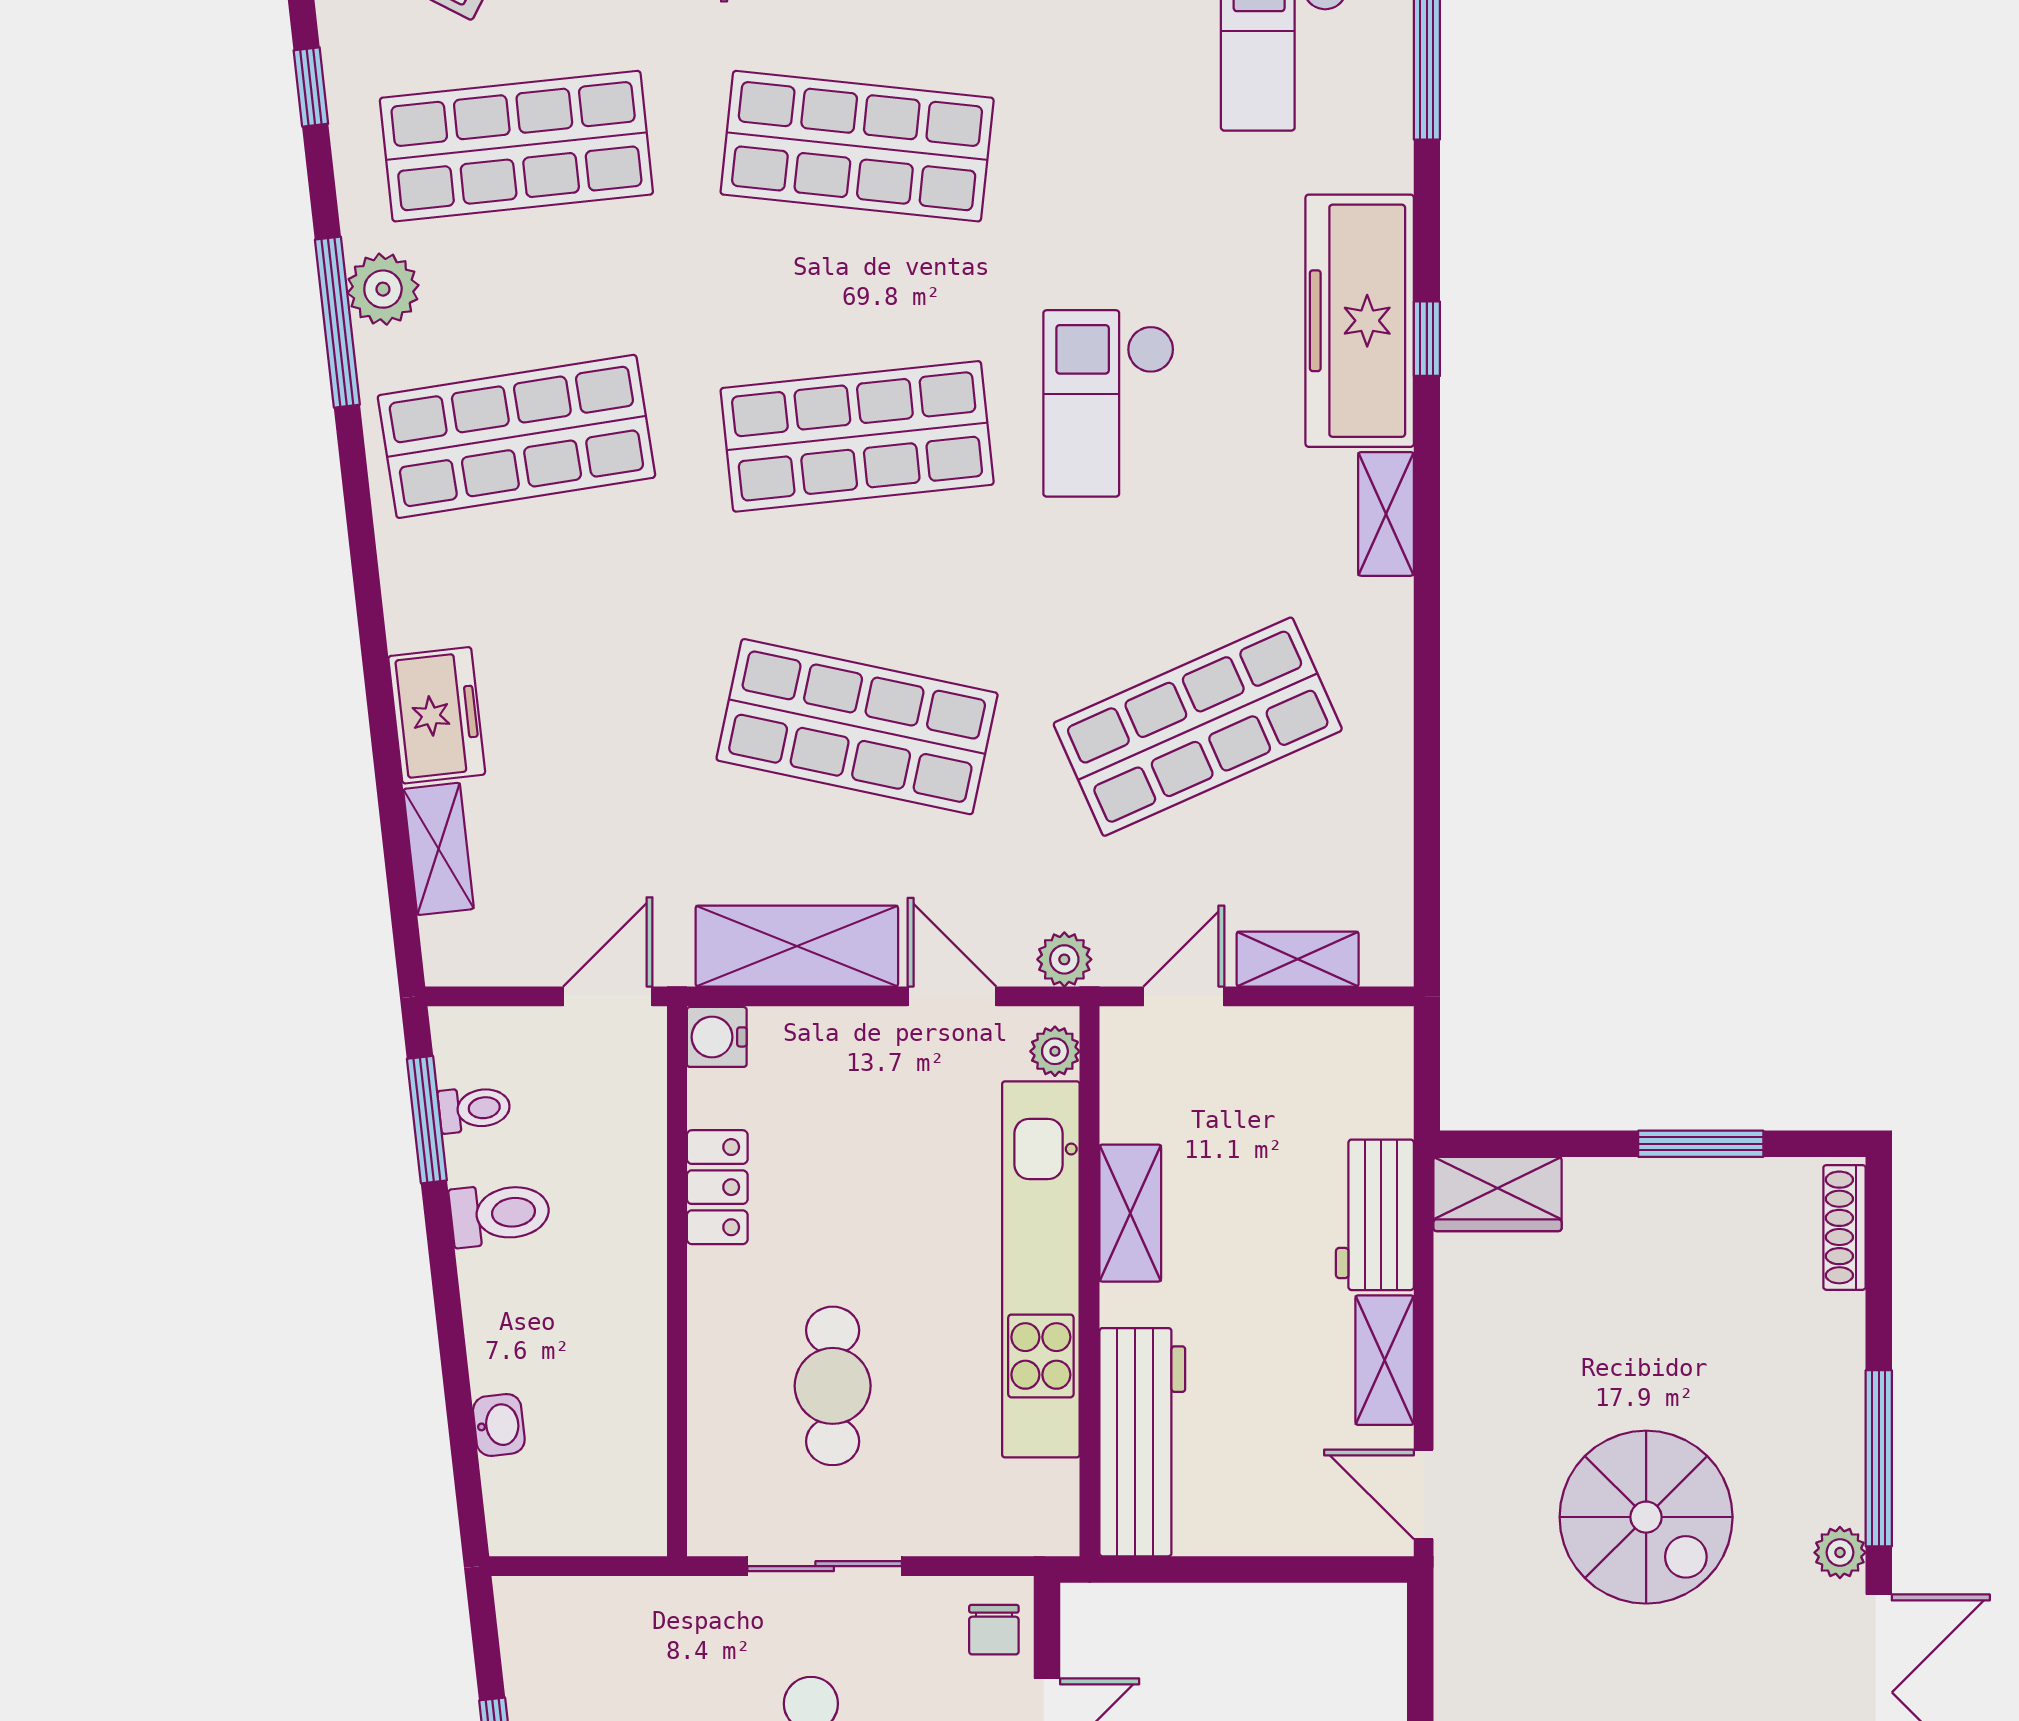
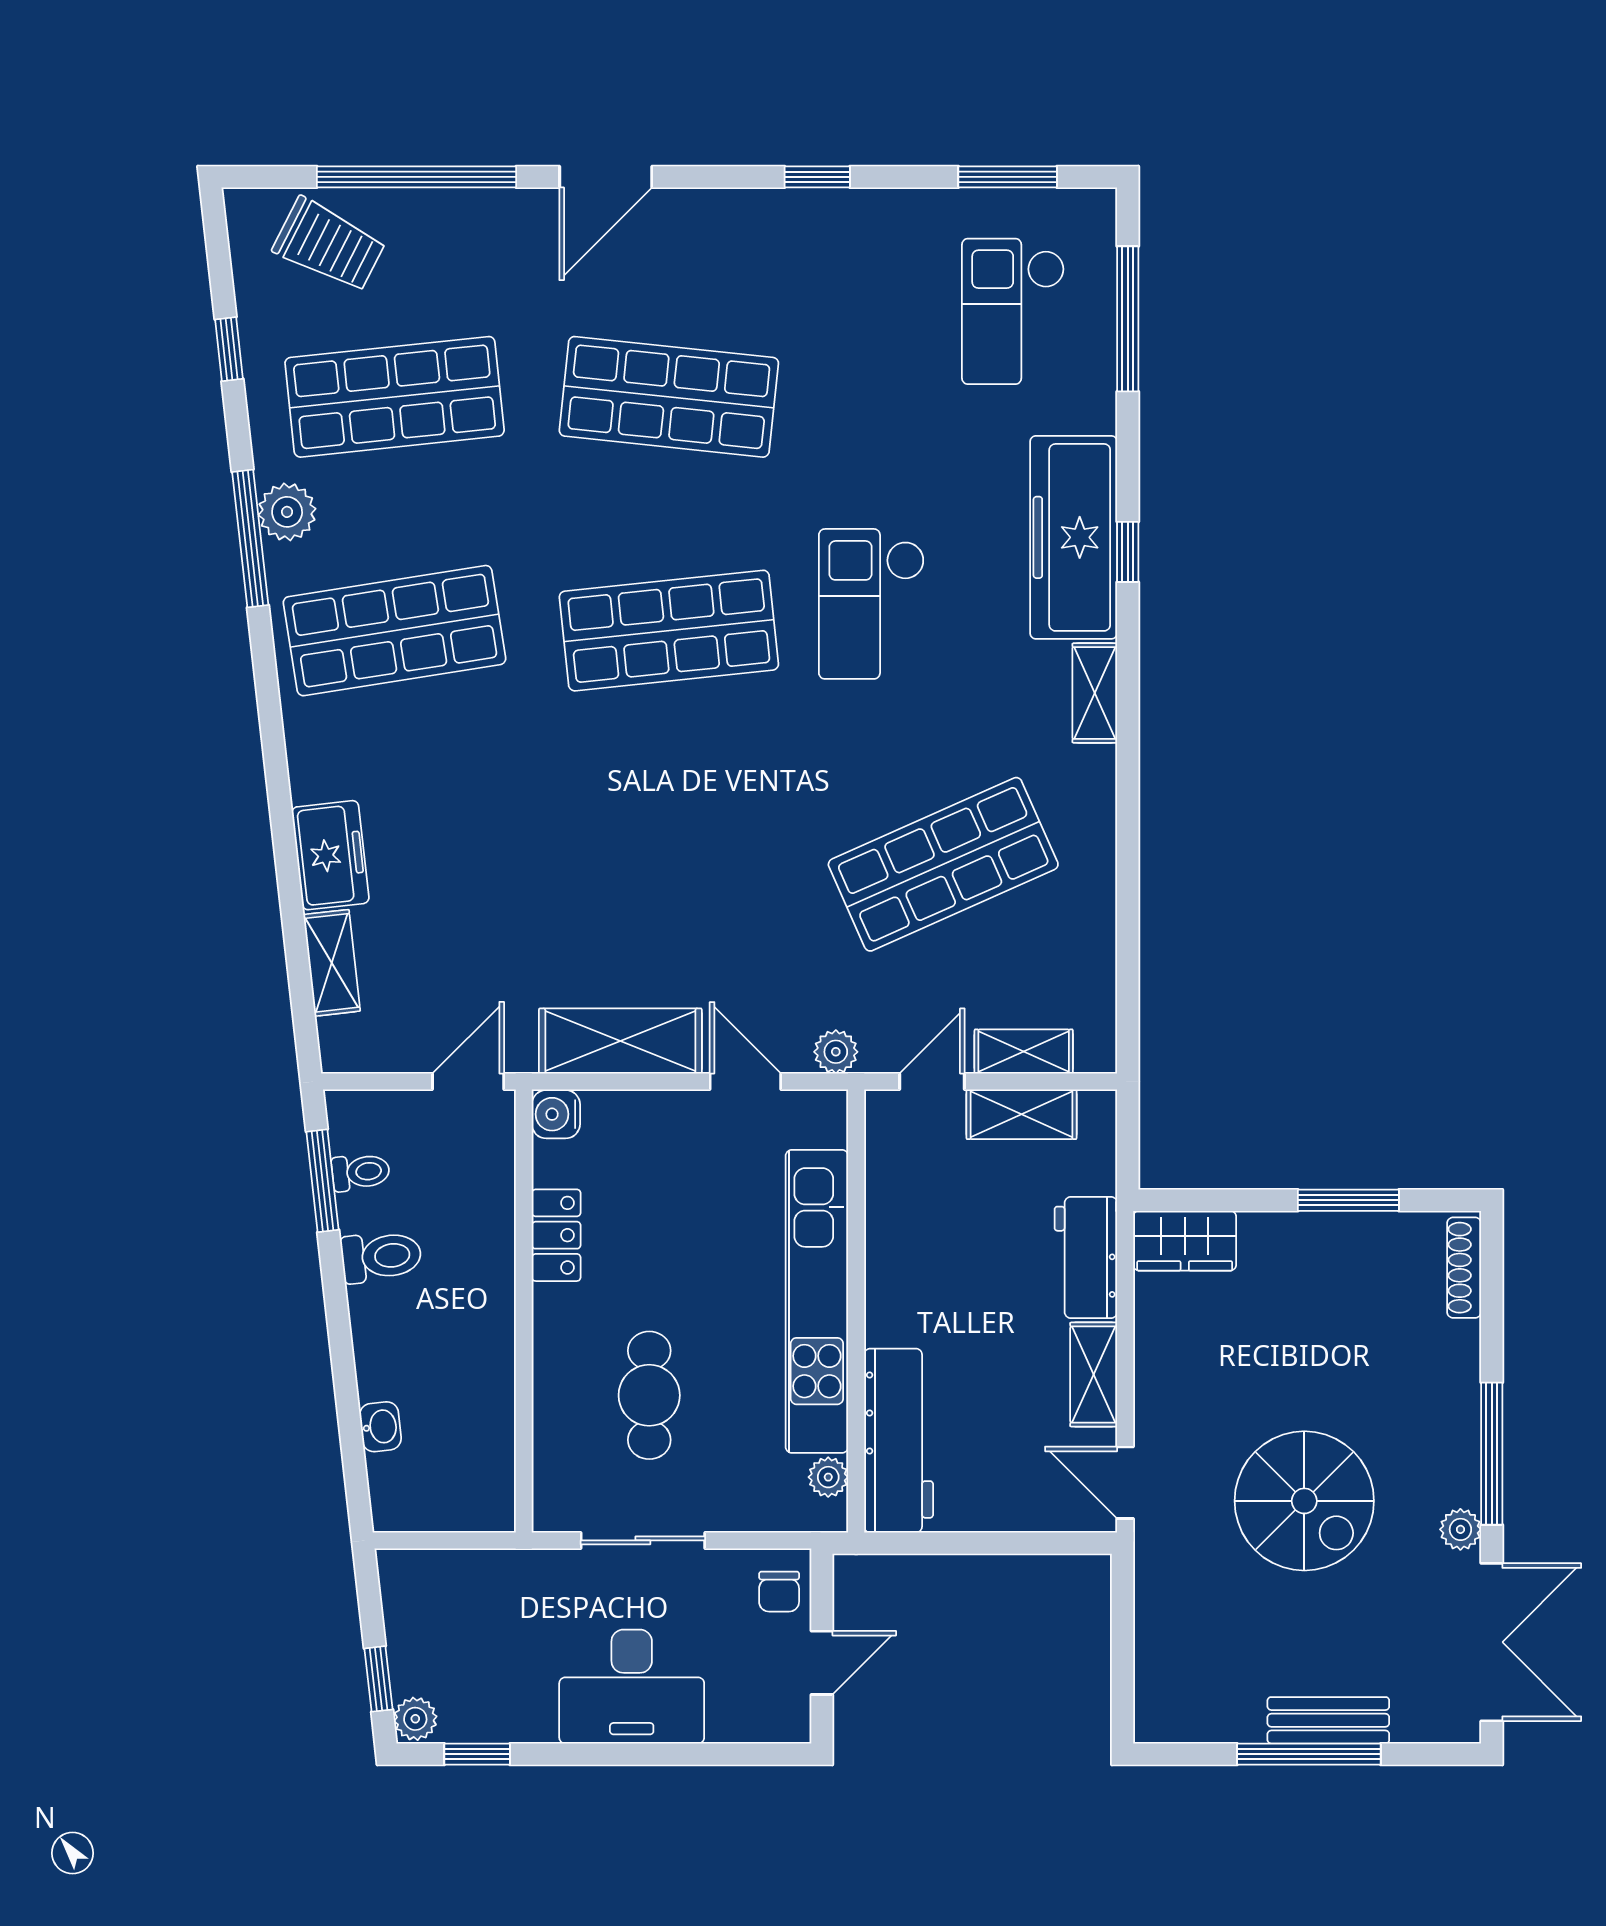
shop shelf: (857, 727) -> (669, 864), removed
plant: (1055, 1051) -> (828, 1477), moved
shelving: (1130, 1213) -> (1021, 1114), moved, turned 90

